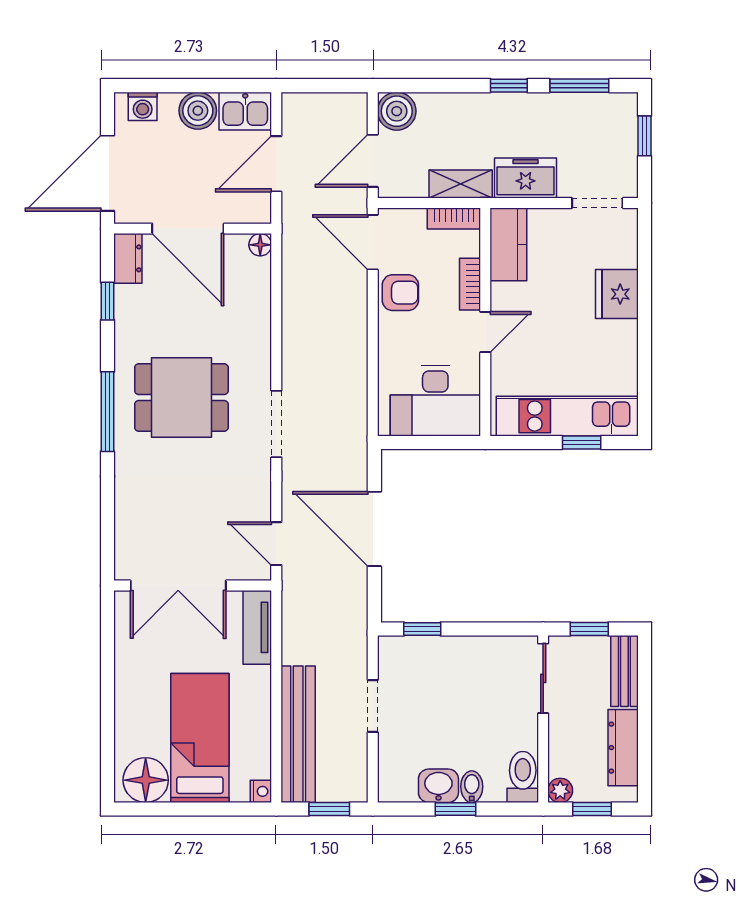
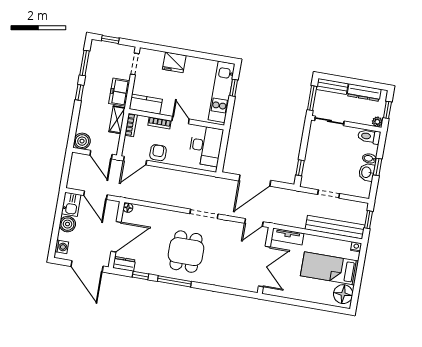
window: (108, 412) -> (174, 281), moved
window: (589, 629) -> (312, 98), width x1.50

